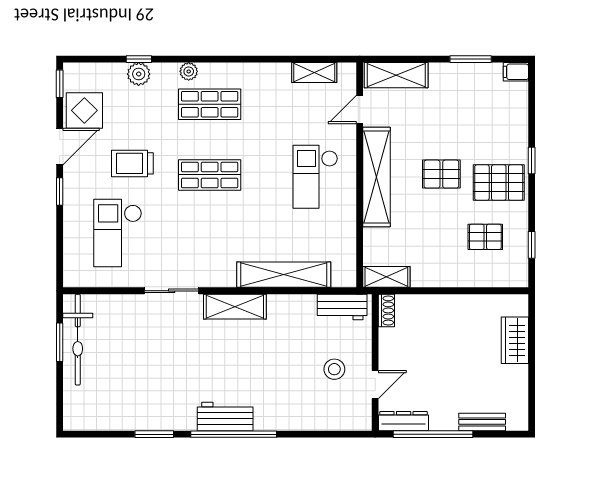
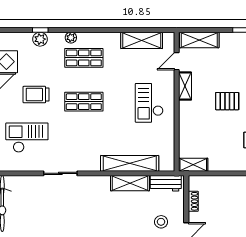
shelving: (314, 73) -> (142, 40), width x1.50, depth x1.33
shelving: (377, 177) -> (185, 86), width x0.45, depth x0.75
checkout: (118, 233) -> (27, 138), turned 90
shelving: (235, 307) -> (130, 183), moved
shoe rack: (386, 310) -> (193, 201), moved

